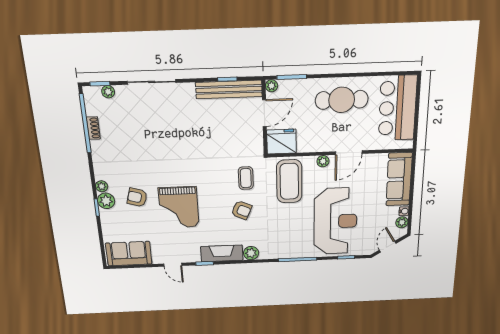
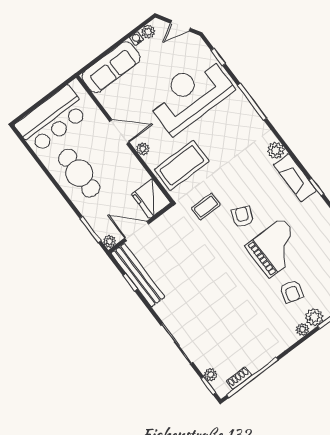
shoe rack: (93, 128) -> (239, 378), moved
armchair: (242, 210) -> (243, 217), moved

